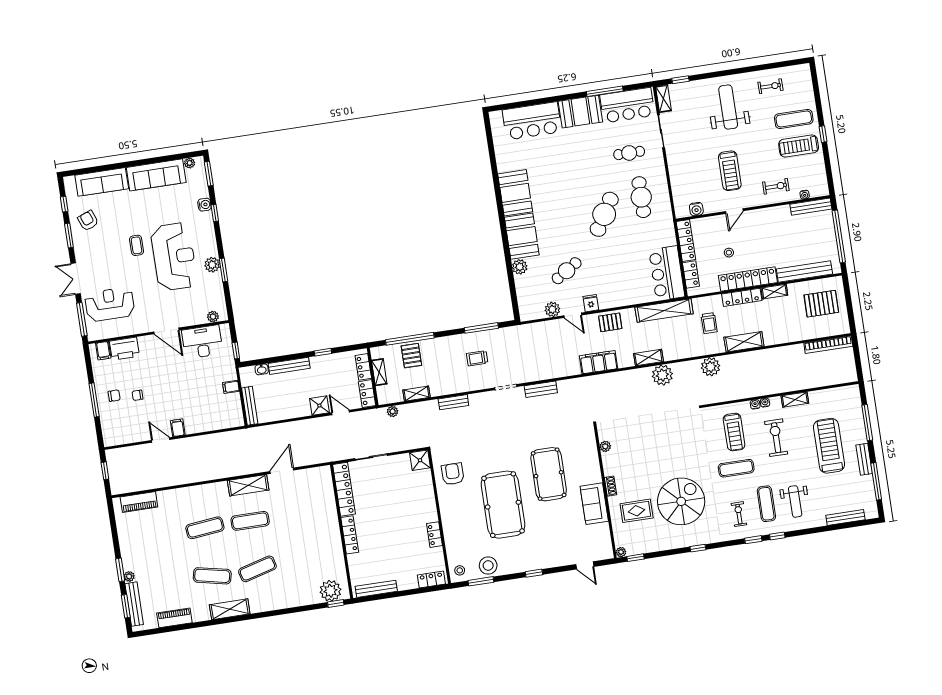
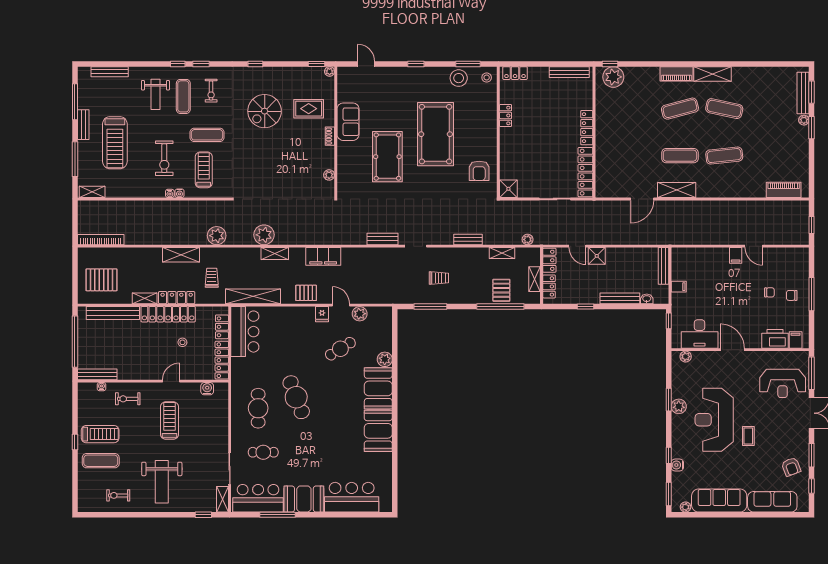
cafe table: (604, 214) -> (296, 397), turned -52
shelving: (795, 400) -> (92, 192), moved
spiral stairs: (681, 501) -> (265, 111), width x0.73, depth x0.73
weight bench: (795, 501) -> (155, 94), turned 180
piano: (174, 618) -> (677, 74), moved

